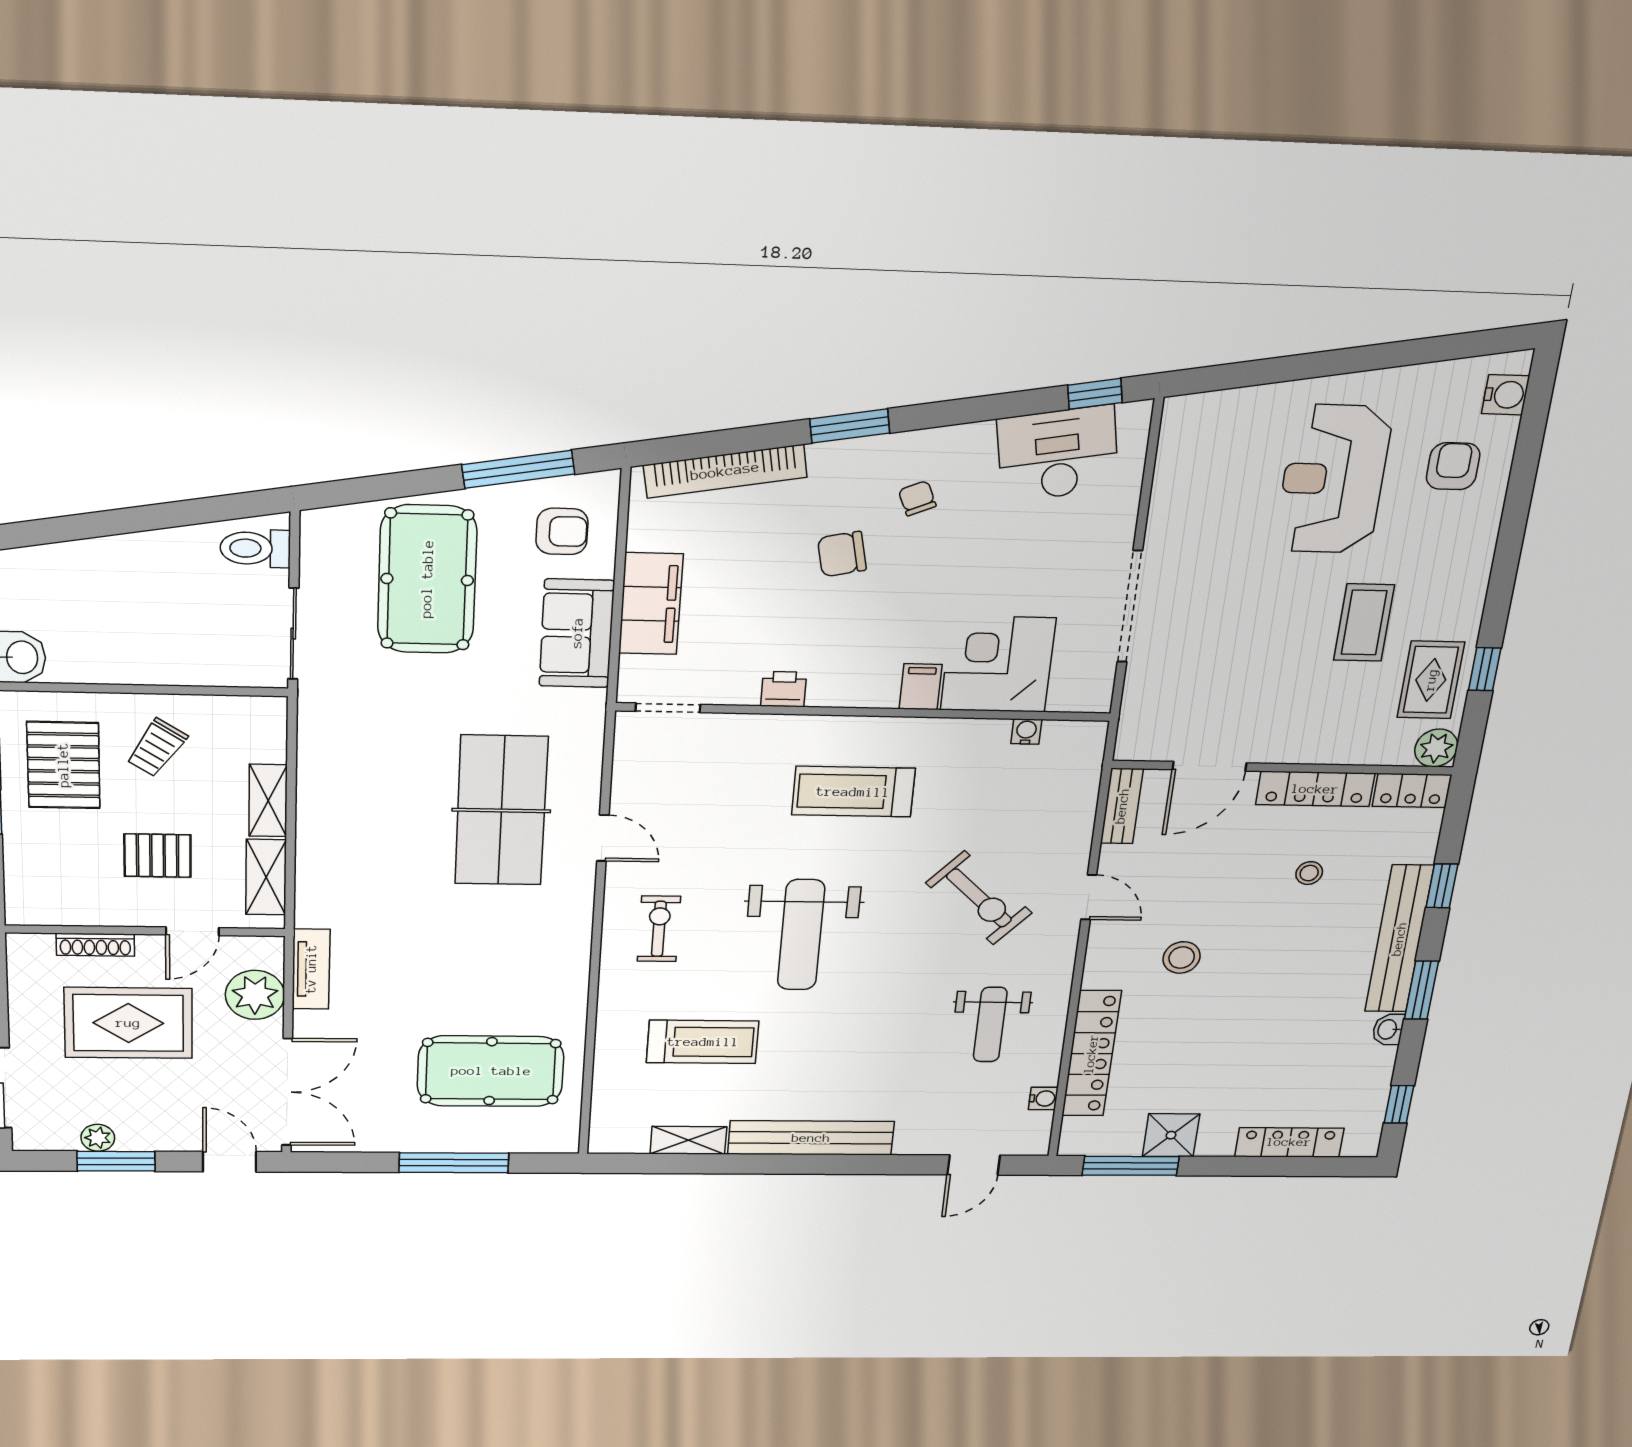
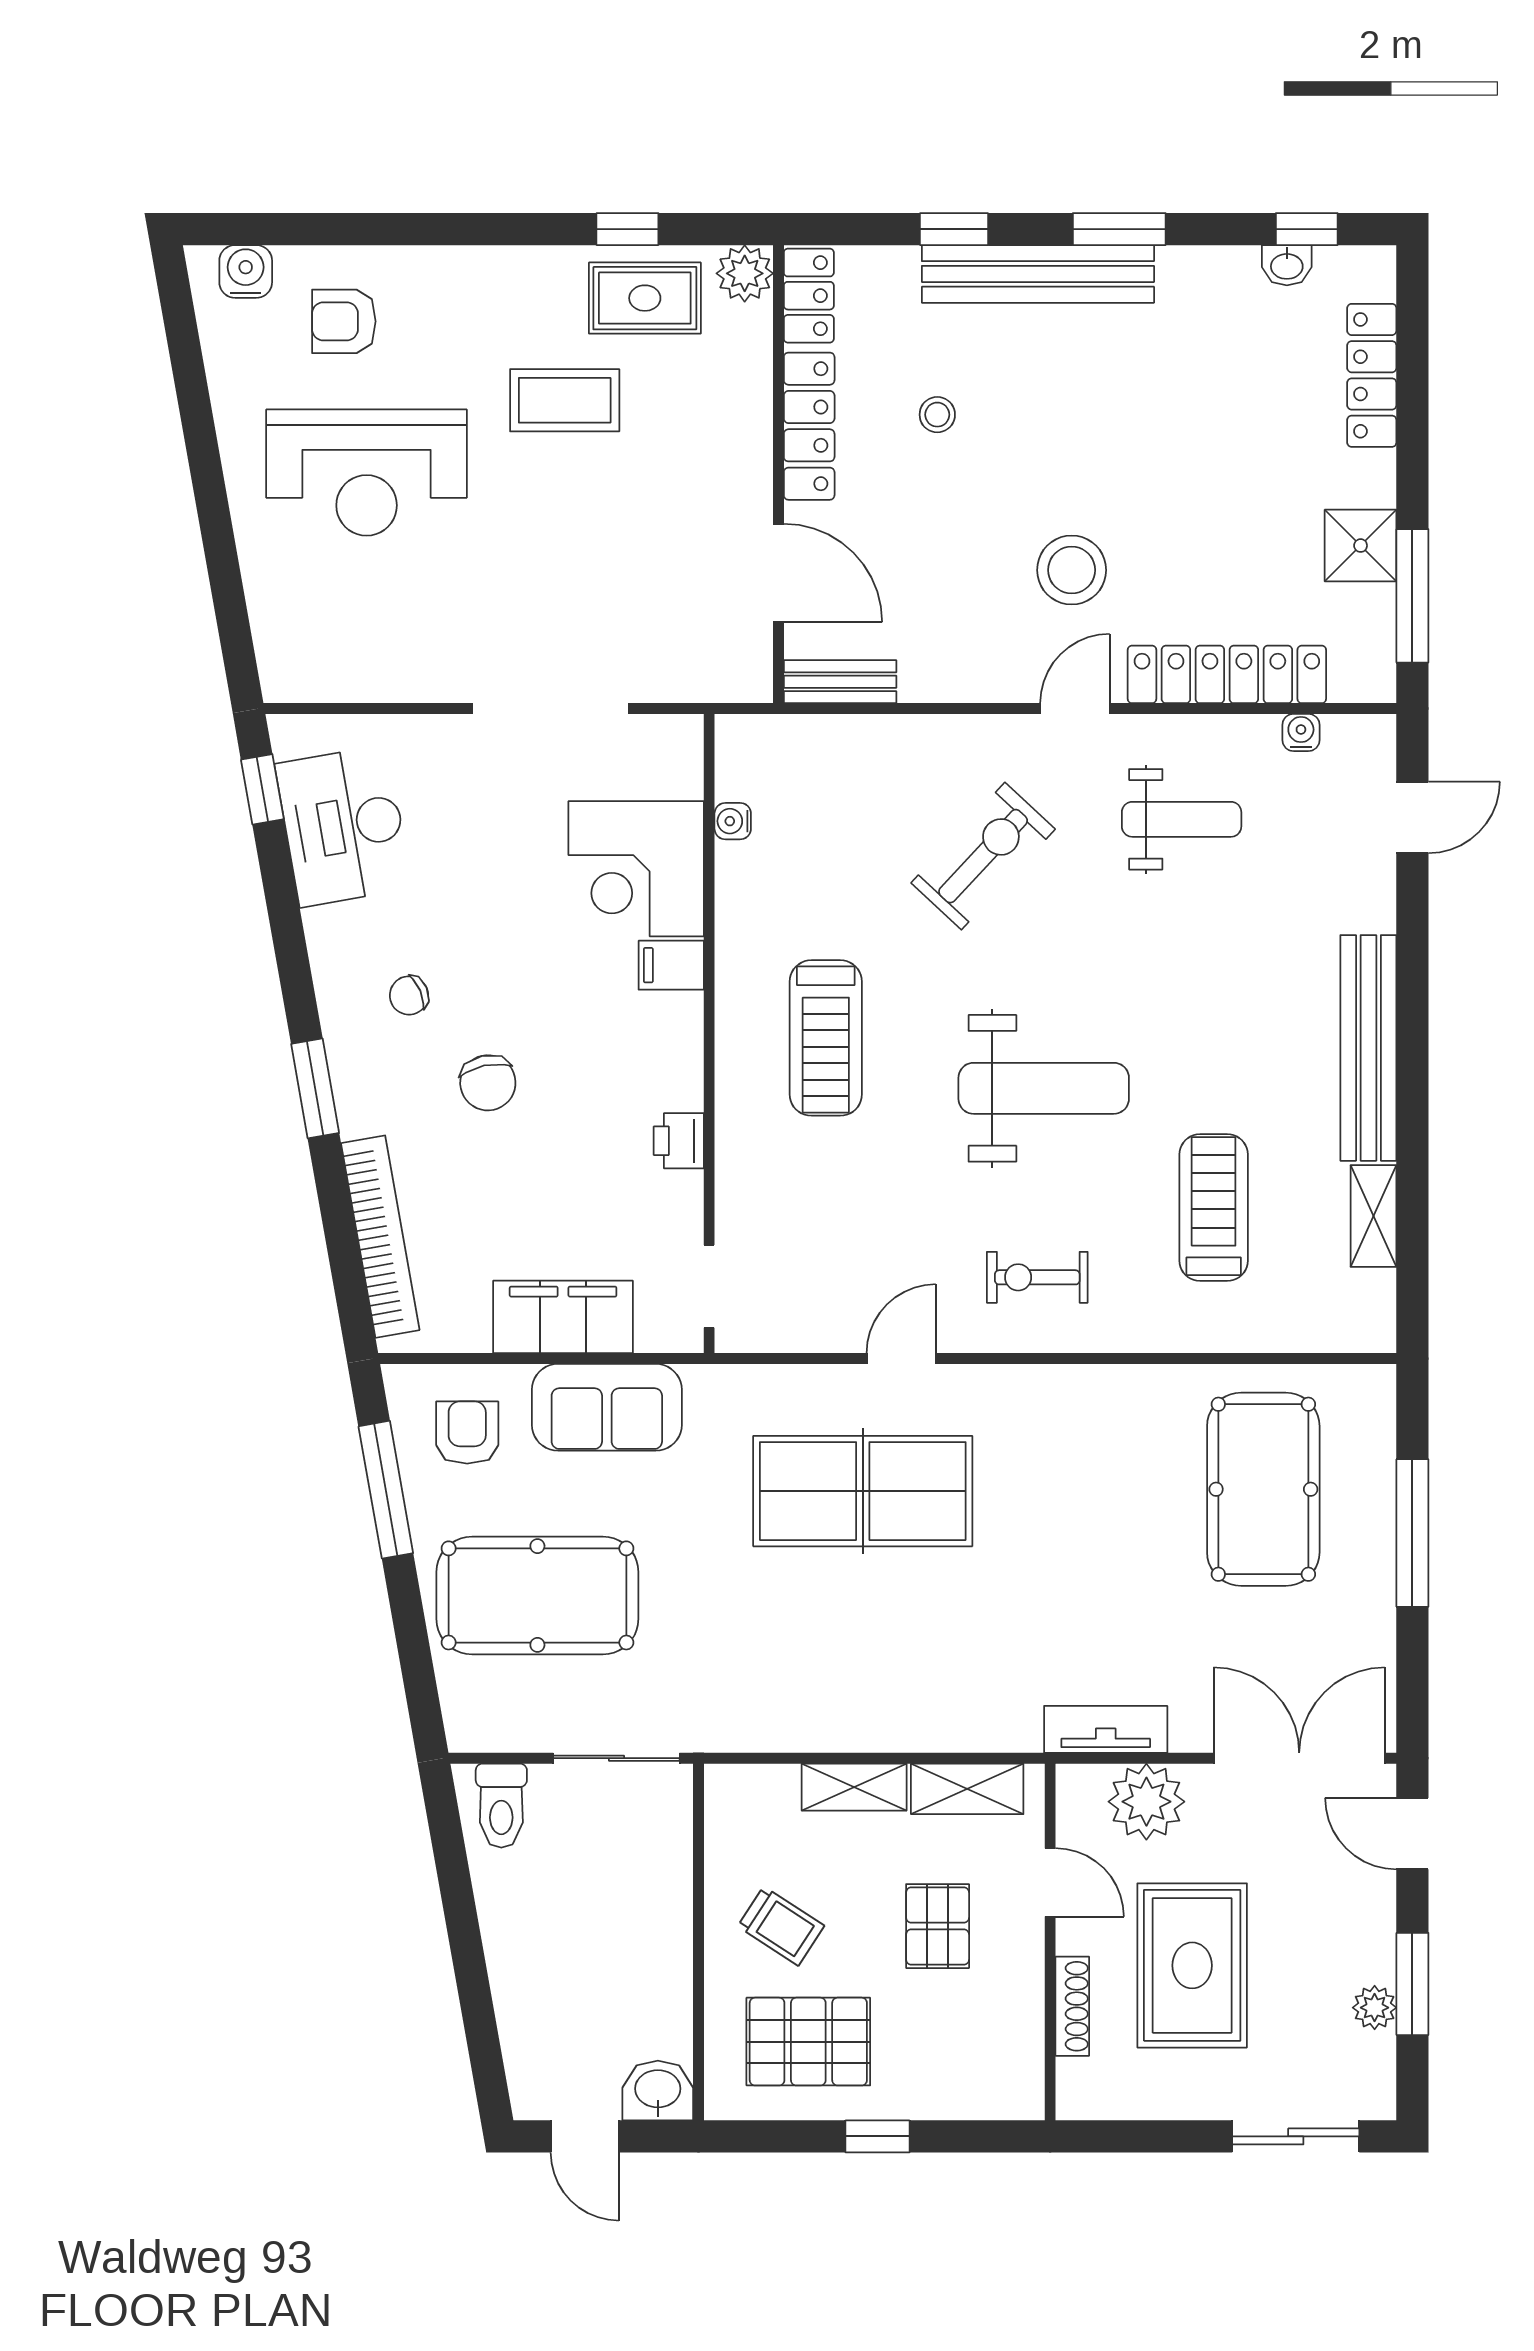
door: (1089, 897) -> (1075, 709), moved
stool: (1182, 957) -> (1072, 570), width x1.38, depth x1.38
washbasin: (1388, 1029) -> (1287, 265), moved
door: (230, 1162) -> (1412, 1834), hinge flipped
door: (974, 1165) -> (1412, 817), hinge flipped

